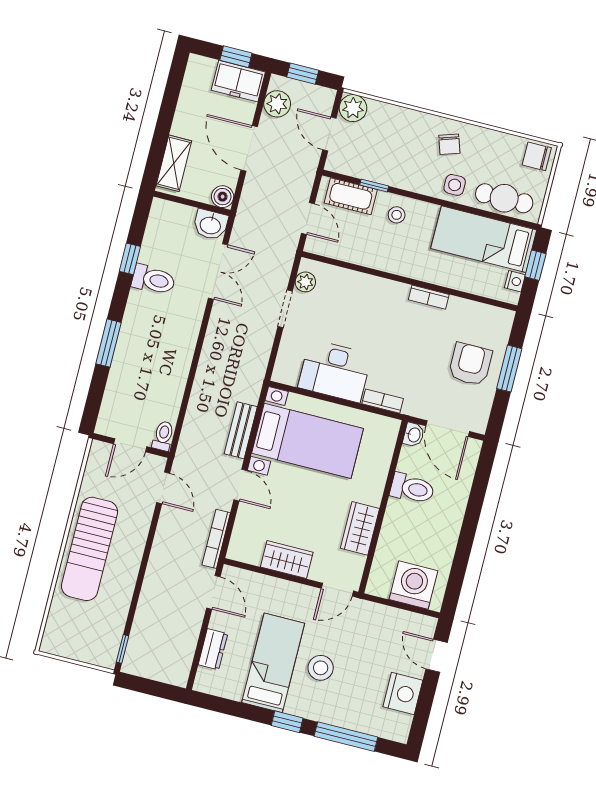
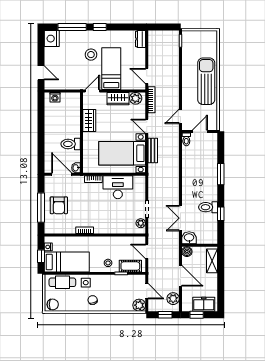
freezer: (238, 81) -> (204, 304), moved
window: (509, 369) -> (41, 208), width x1.44
door: (163, 488) -> (180, 116), hinge flipped
plant: (249, 551) -> (136, 98), added
washing machine: (413, 585) -> (55, 97), width x0.53, depth x0.53
dresser: (213, 649) -> (141, 39), moved
bed: (273, 663) -> (111, 69), moved, turned 180
nightstand: (403, 694) -> (52, 39), moved

